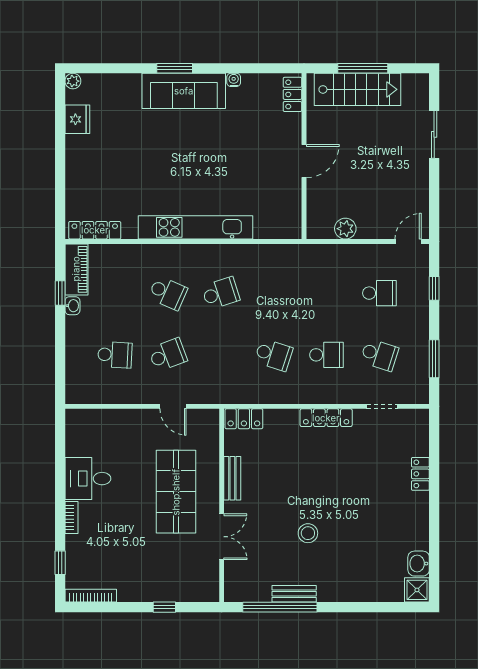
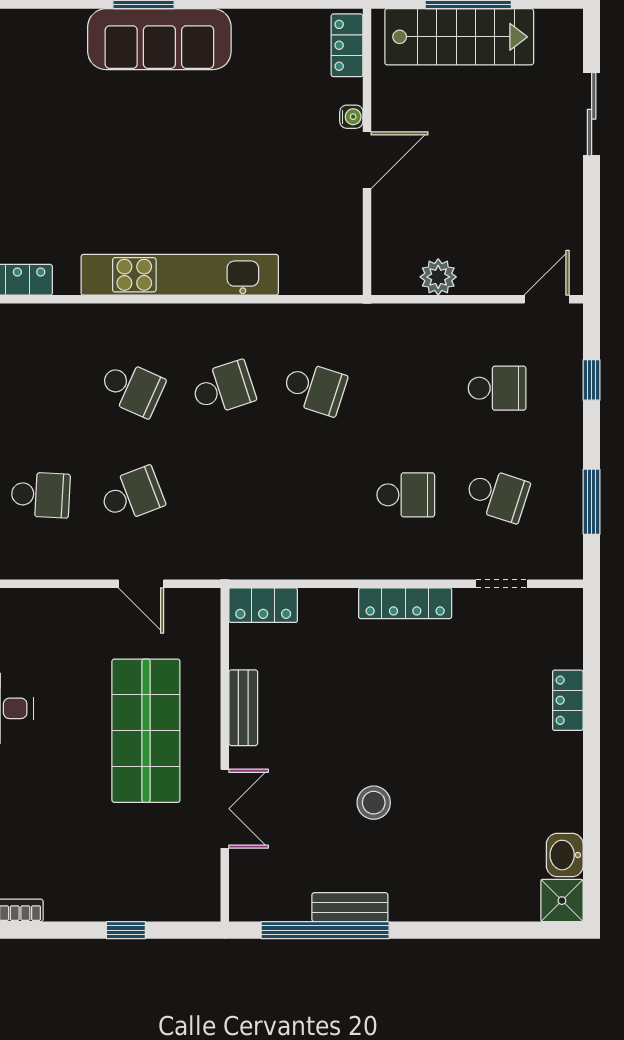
water cooler: (234, 80) -> (351, 117), moved, turned 90
school desk: (274, 355) -> (314, 388), moved

